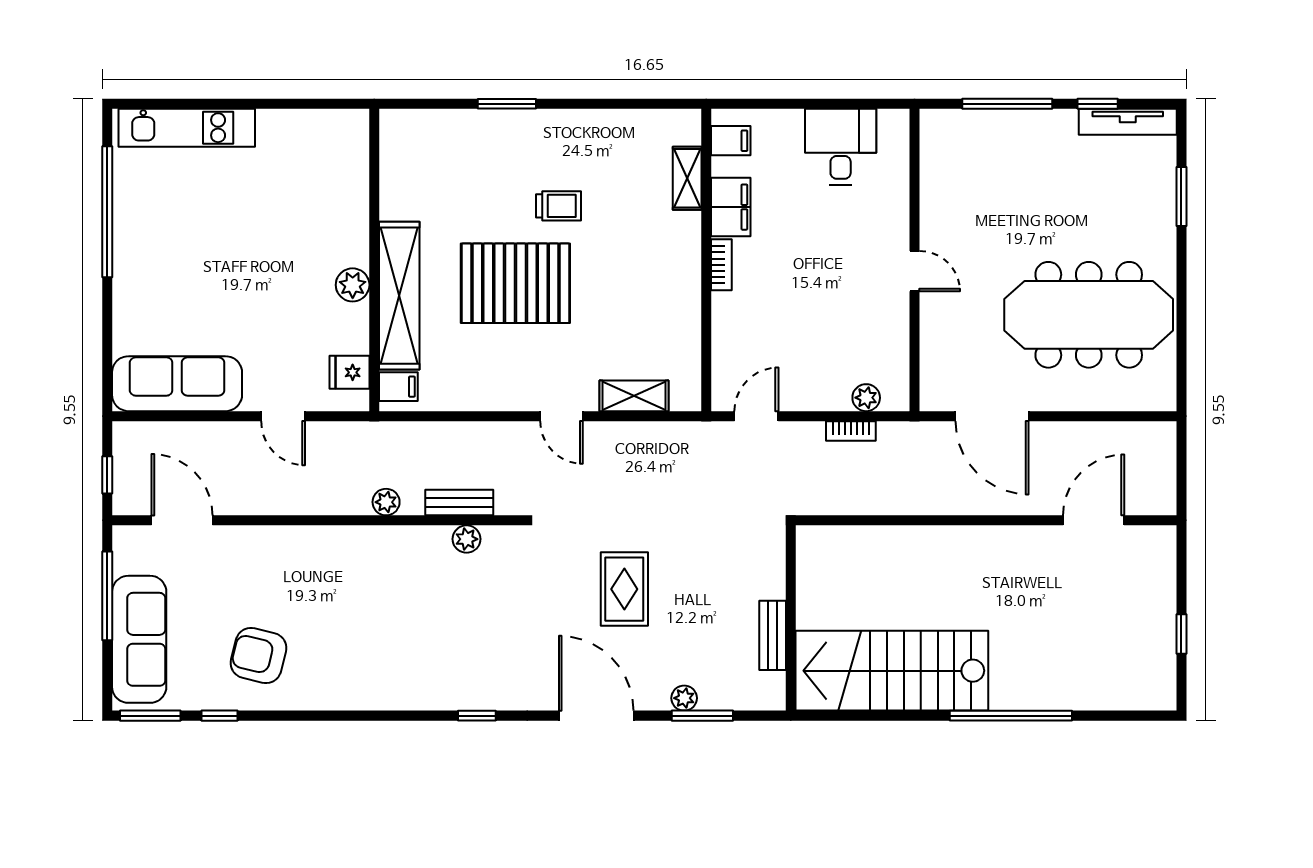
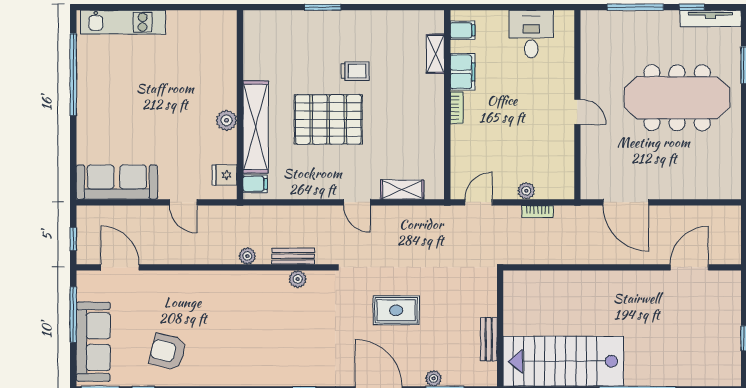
meeting table: (1089, 315) -> (677, 98), moved
plant: (866, 398) -> (526, 191), moved
rug: (624, 589) -> (396, 310), turned 90

